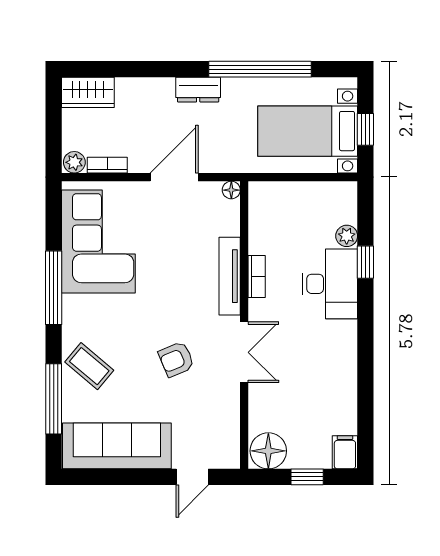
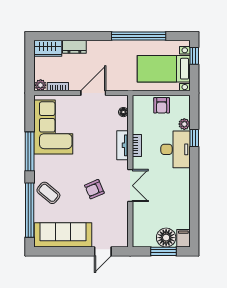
dresser: (198, 90) -> (74, 47), moved
window: (365, 129) -> (194, 56), moved
floor lamp: (231, 190) -> (123, 112), moved
armchair: (304, 200) -> (162, 105), added
tv unit: (230, 276) -> (123, 145), width x0.71
window: (54, 399) -> (30, 210), width x1.46
floor lamp: (268, 451) -> (166, 238), moved
window: (307, 477) -> (163, 251), width x1.50

